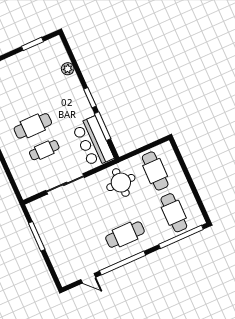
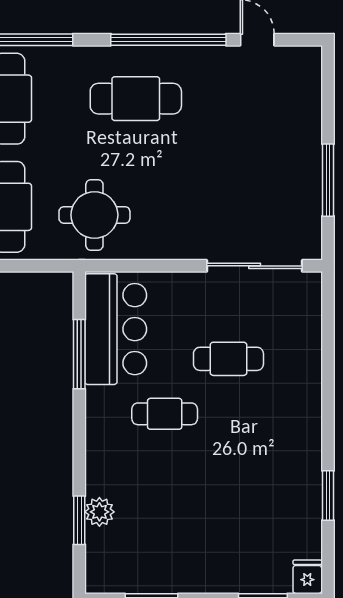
window: (90, 98) -> (79, 520), moved
cafe table: (33, 126) -> (165, 414), moved, width x0.73, depth x0.74
sliding door: (65, 184) -> (255, 266), moved

